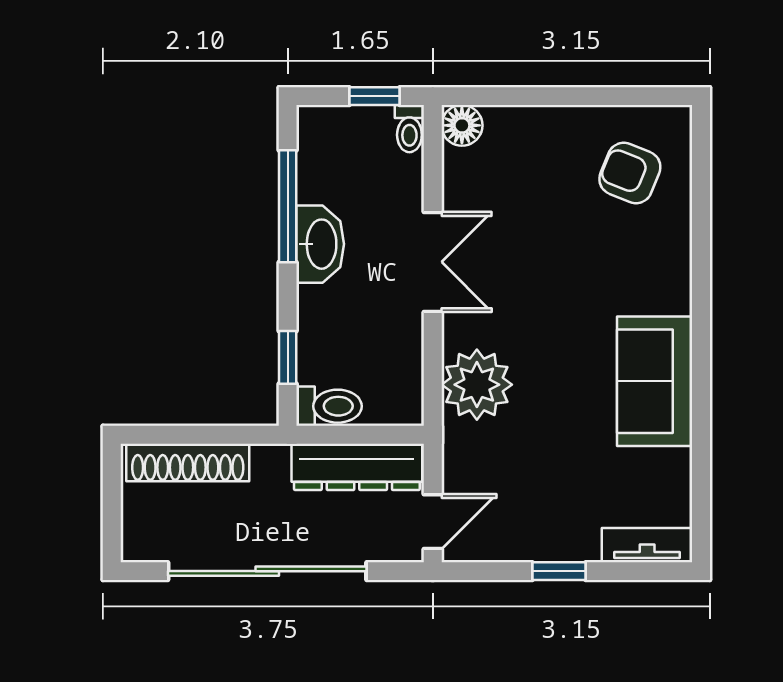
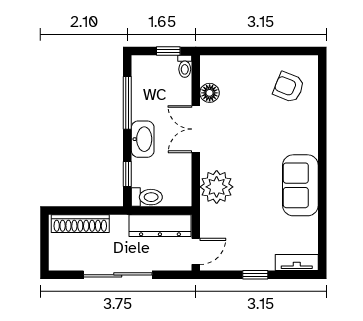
floor lamp: (462, 125) -> (210, 93), moved
washbasin: (320, 244) -> (143, 139), moved
double door: (433, 262) -> (196, 129), swing flipped
sliding door: (267, 571) -> (118, 275), width x0.73

